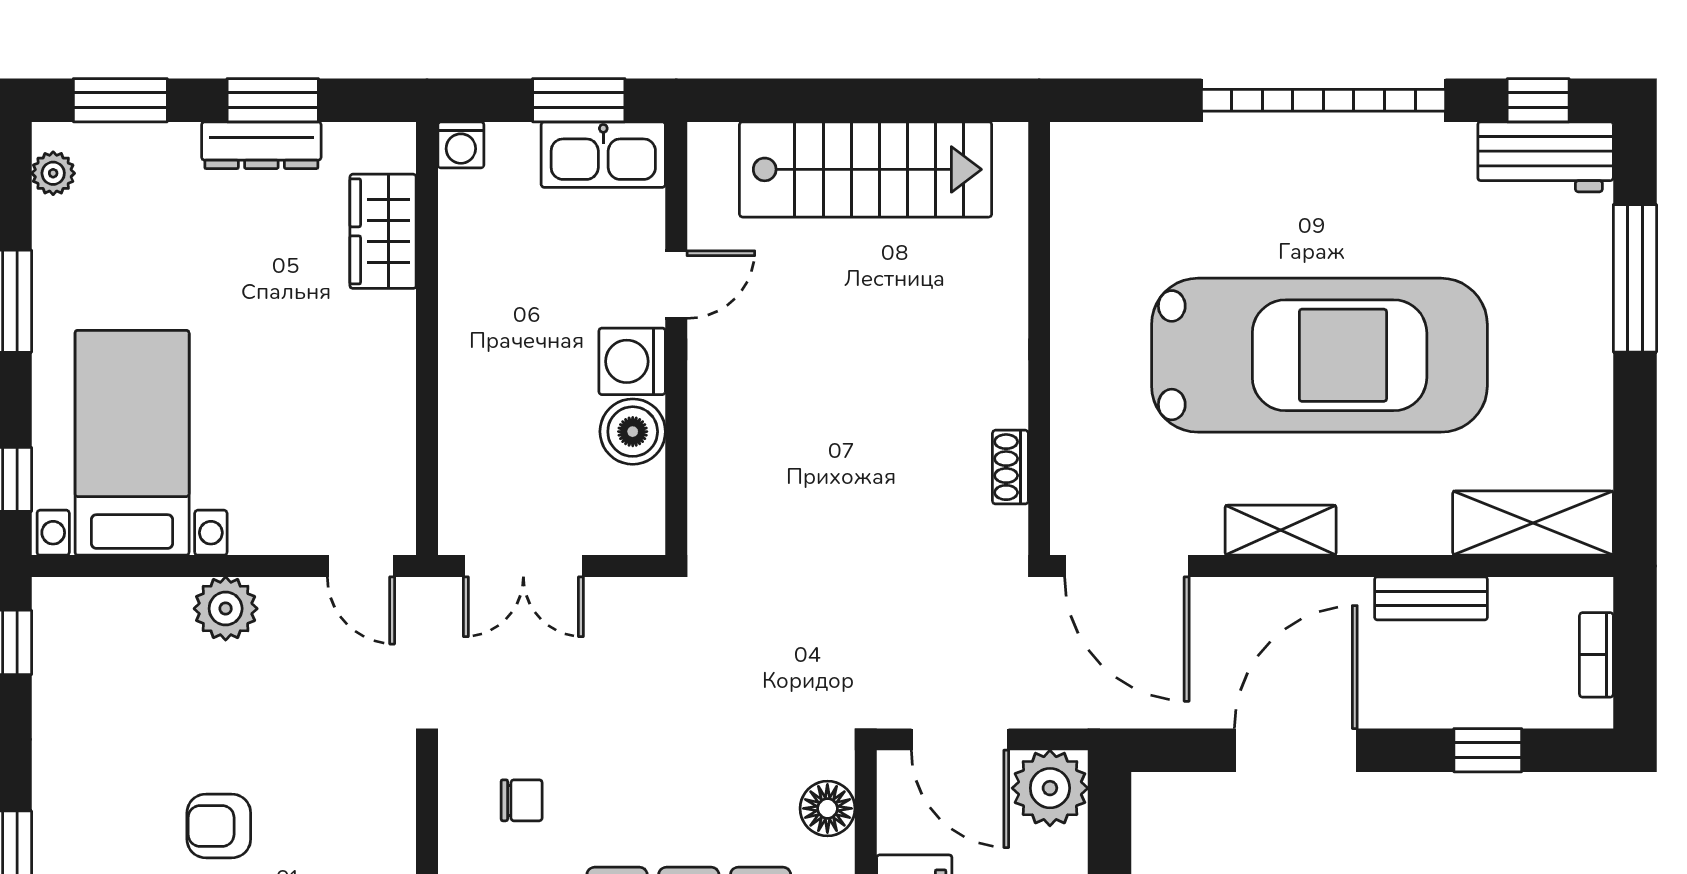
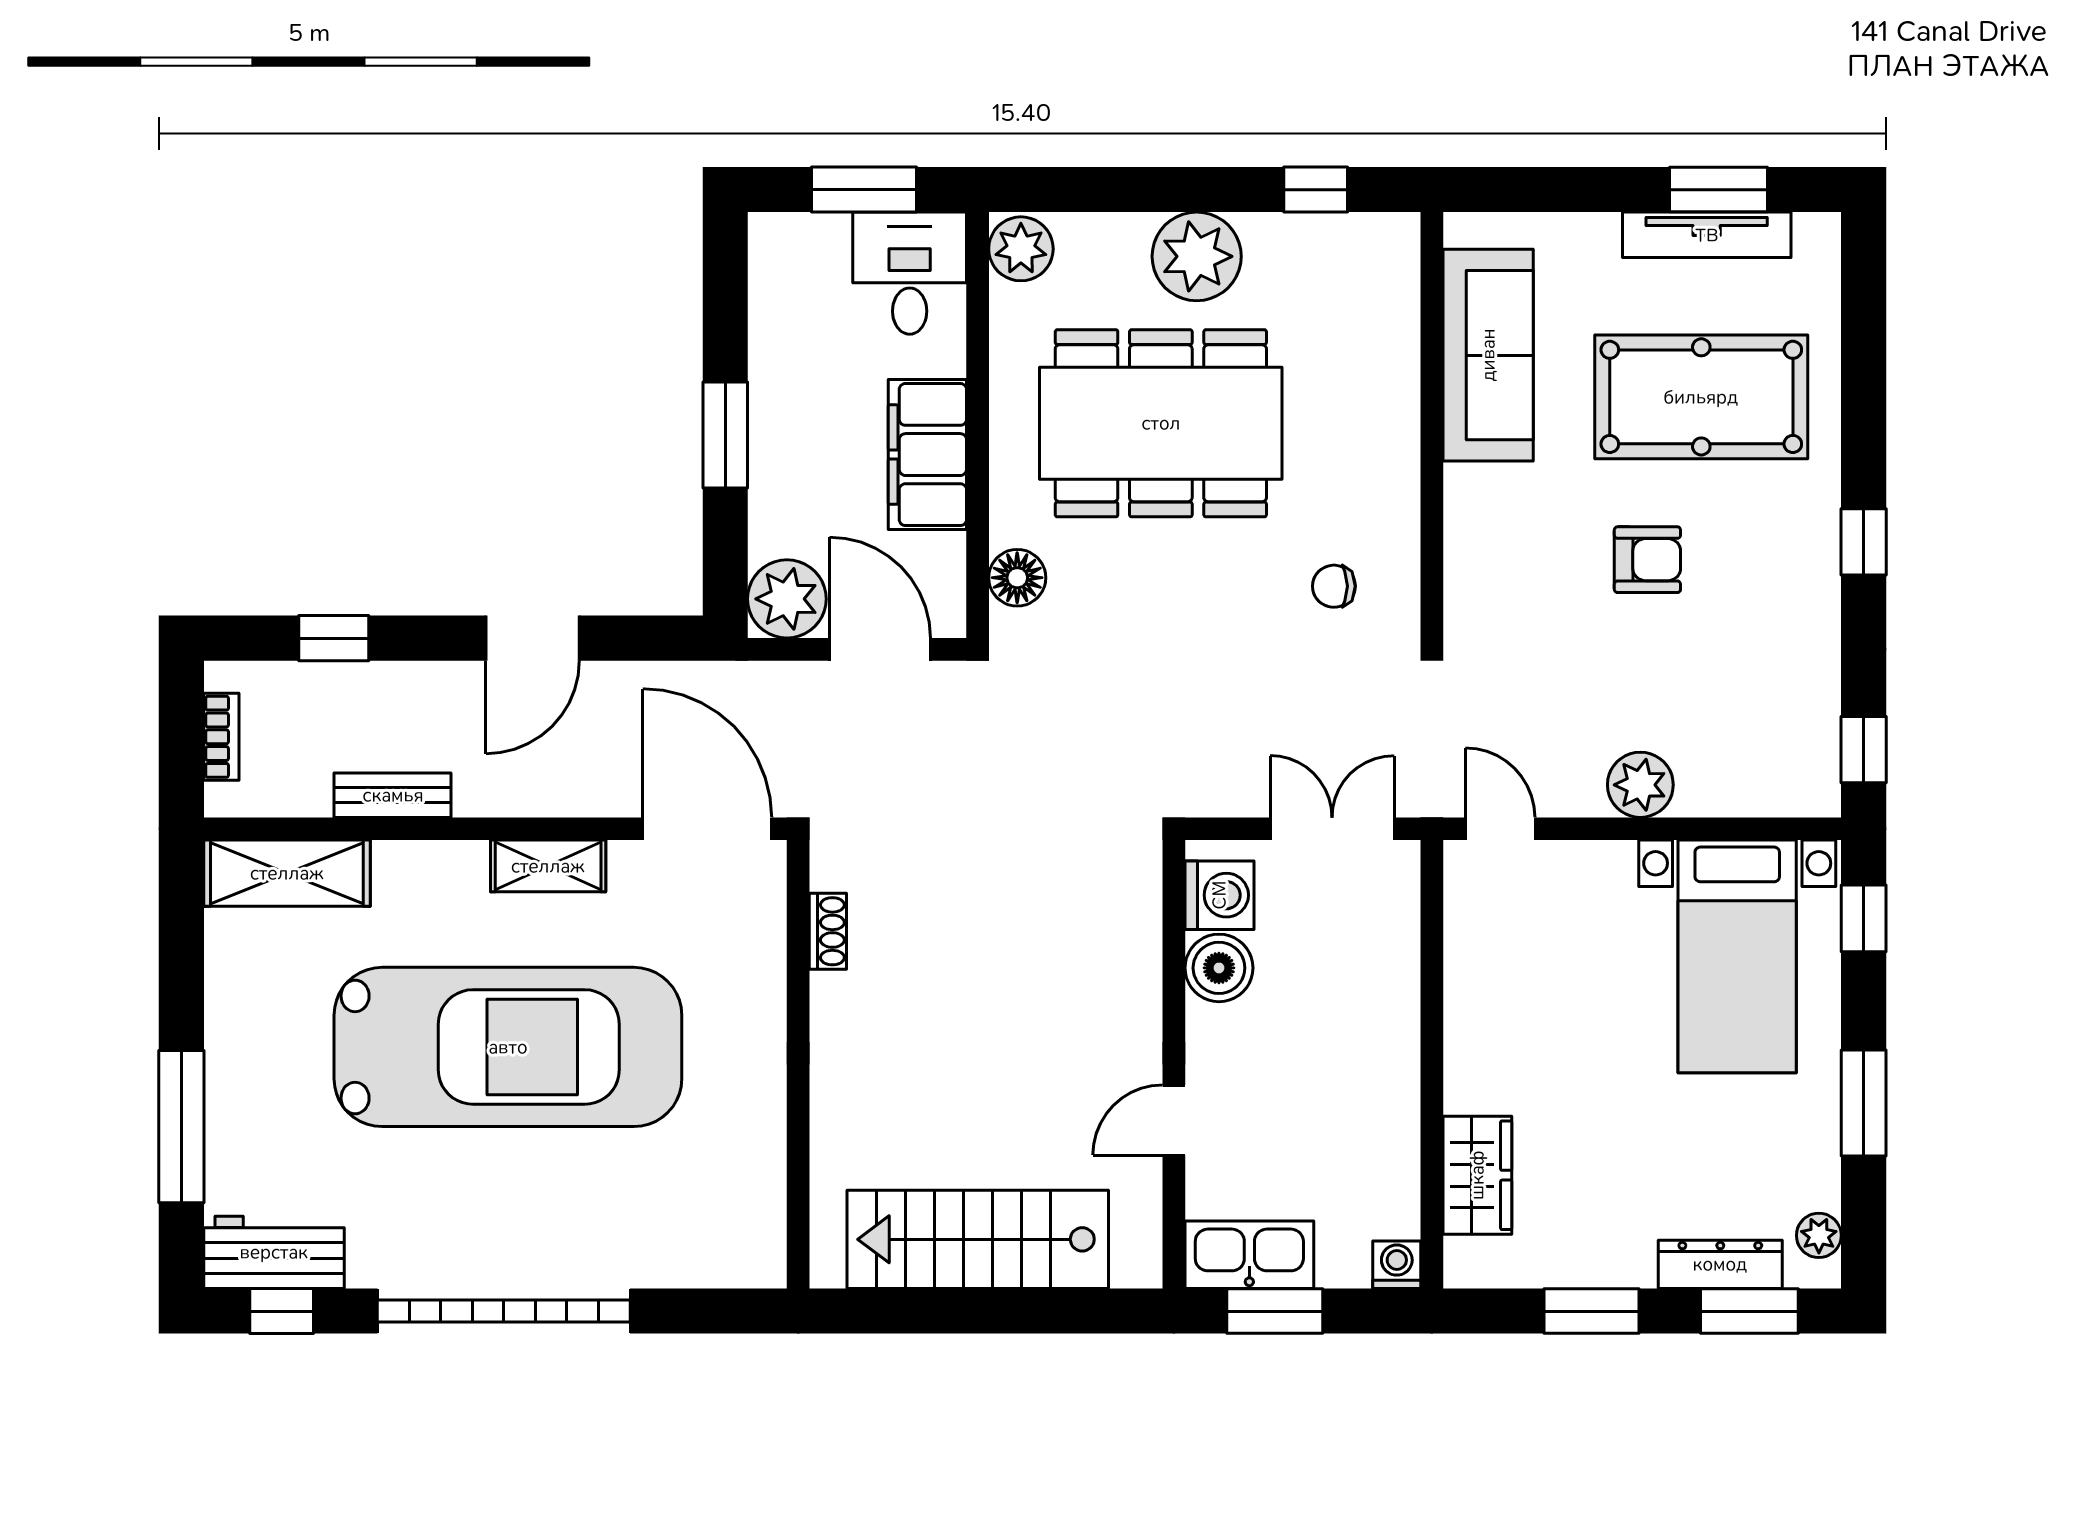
dresser: (261, 145) -> (1720, 1264), moved
car: (1319, 355) -> (508, 1047), turned 180
washing machine: (632, 361) -> (1219, 895), moved
door: (1296, 750) -> (533, 638), width x0.73

